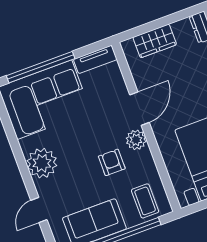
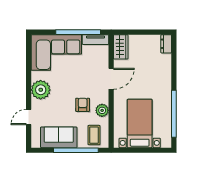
wardrobe: (155, 41) -> (121, 47), moved, turned -90
window: (41, 67) -> (78, 32), moved
plant: (136, 140) -> (102, 110), moved

